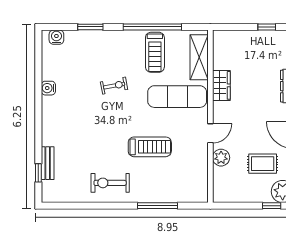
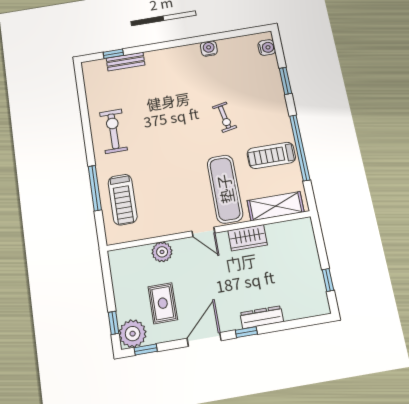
door: (210, 133) -> (203, 232), moved
treadmill: (150, 147) -> (123, 200), moved

